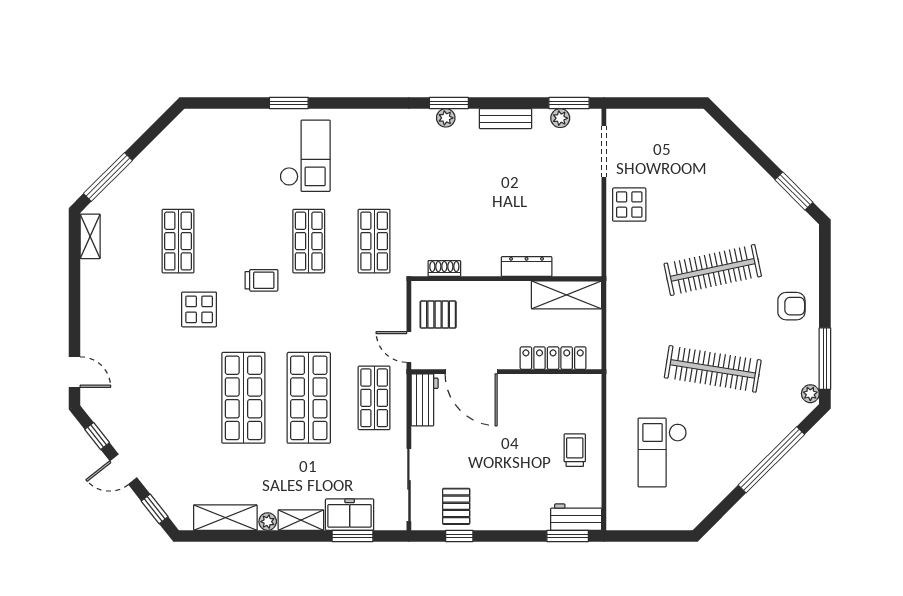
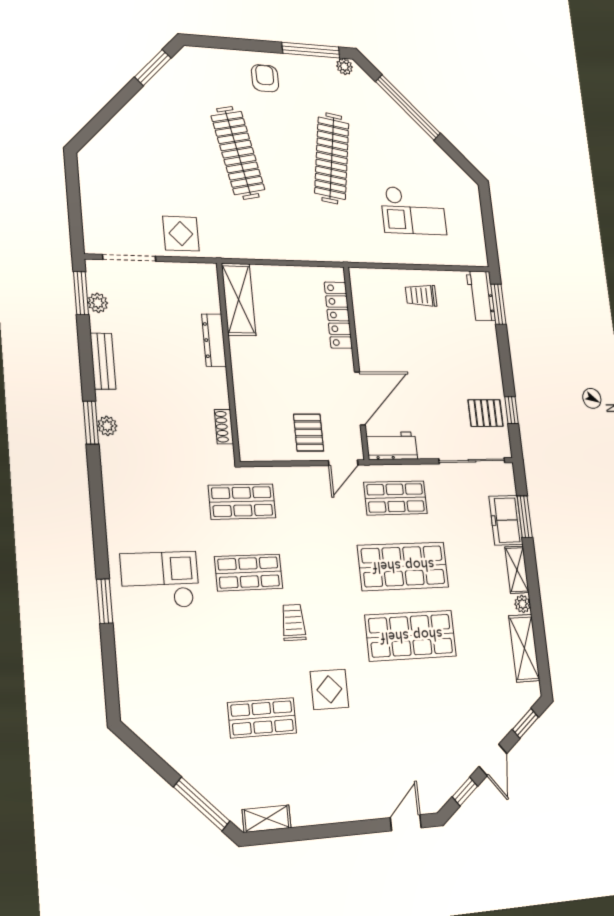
dresser: (527, 267) -> (214, 340), moved
shoe rack: (444, 268) -> (224, 427), moved
wall: (506, 279) -> (228, 361), moved
shelving: (566, 295) -> (239, 299), moved

